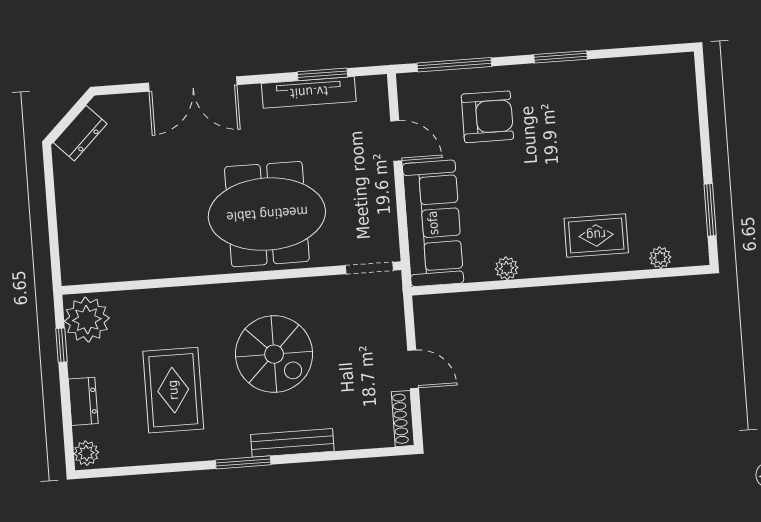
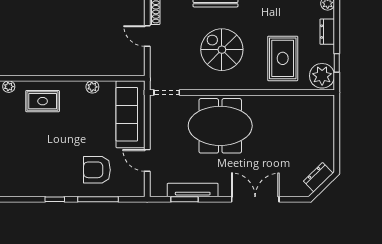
window: (561, 57) -> (55, 199), width x0.67
window: (454, 65) -> (98, 199), moved
rug: (173, 390) -> (283, 58), moved

